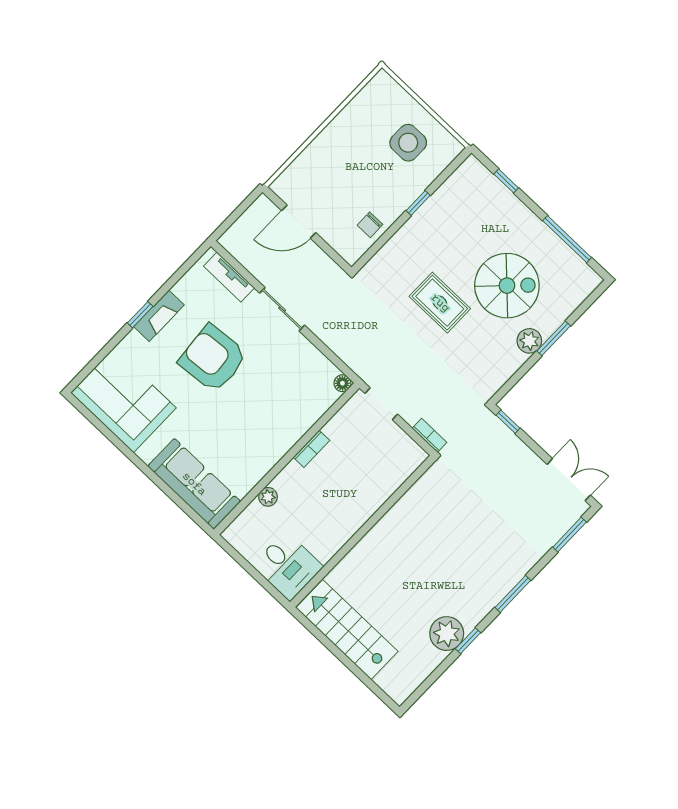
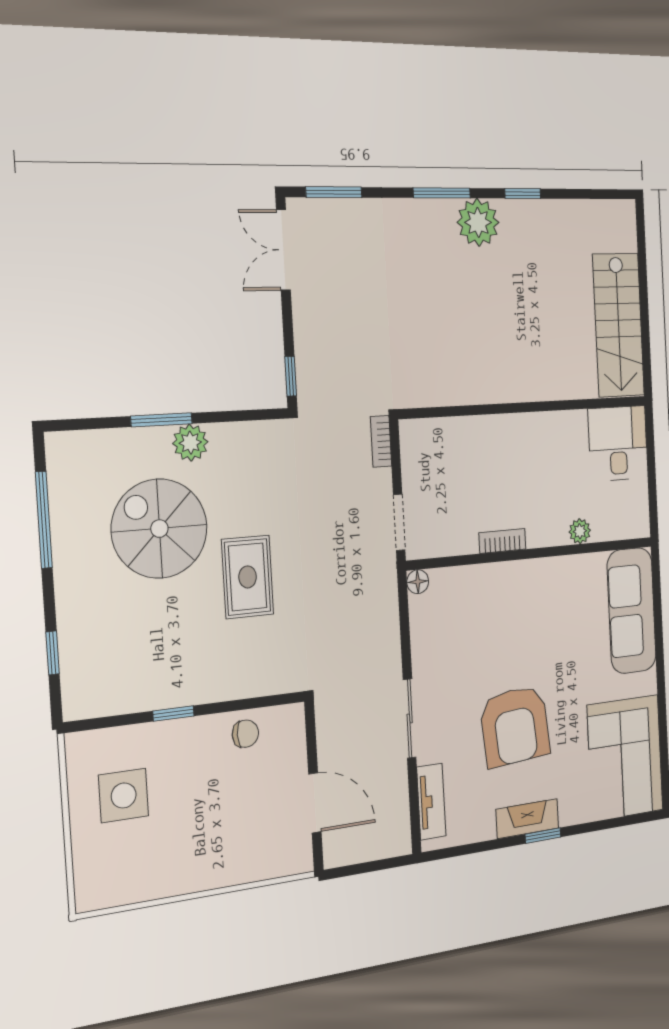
plant: (447, 634) -> (478, 222), moved

